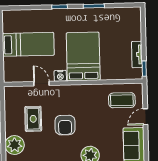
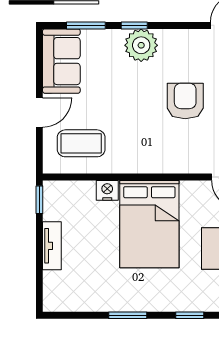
tv unit: (137, 54) -> (52, 246), moved
nightstand: (60, 76) -> (107, 190), moved

